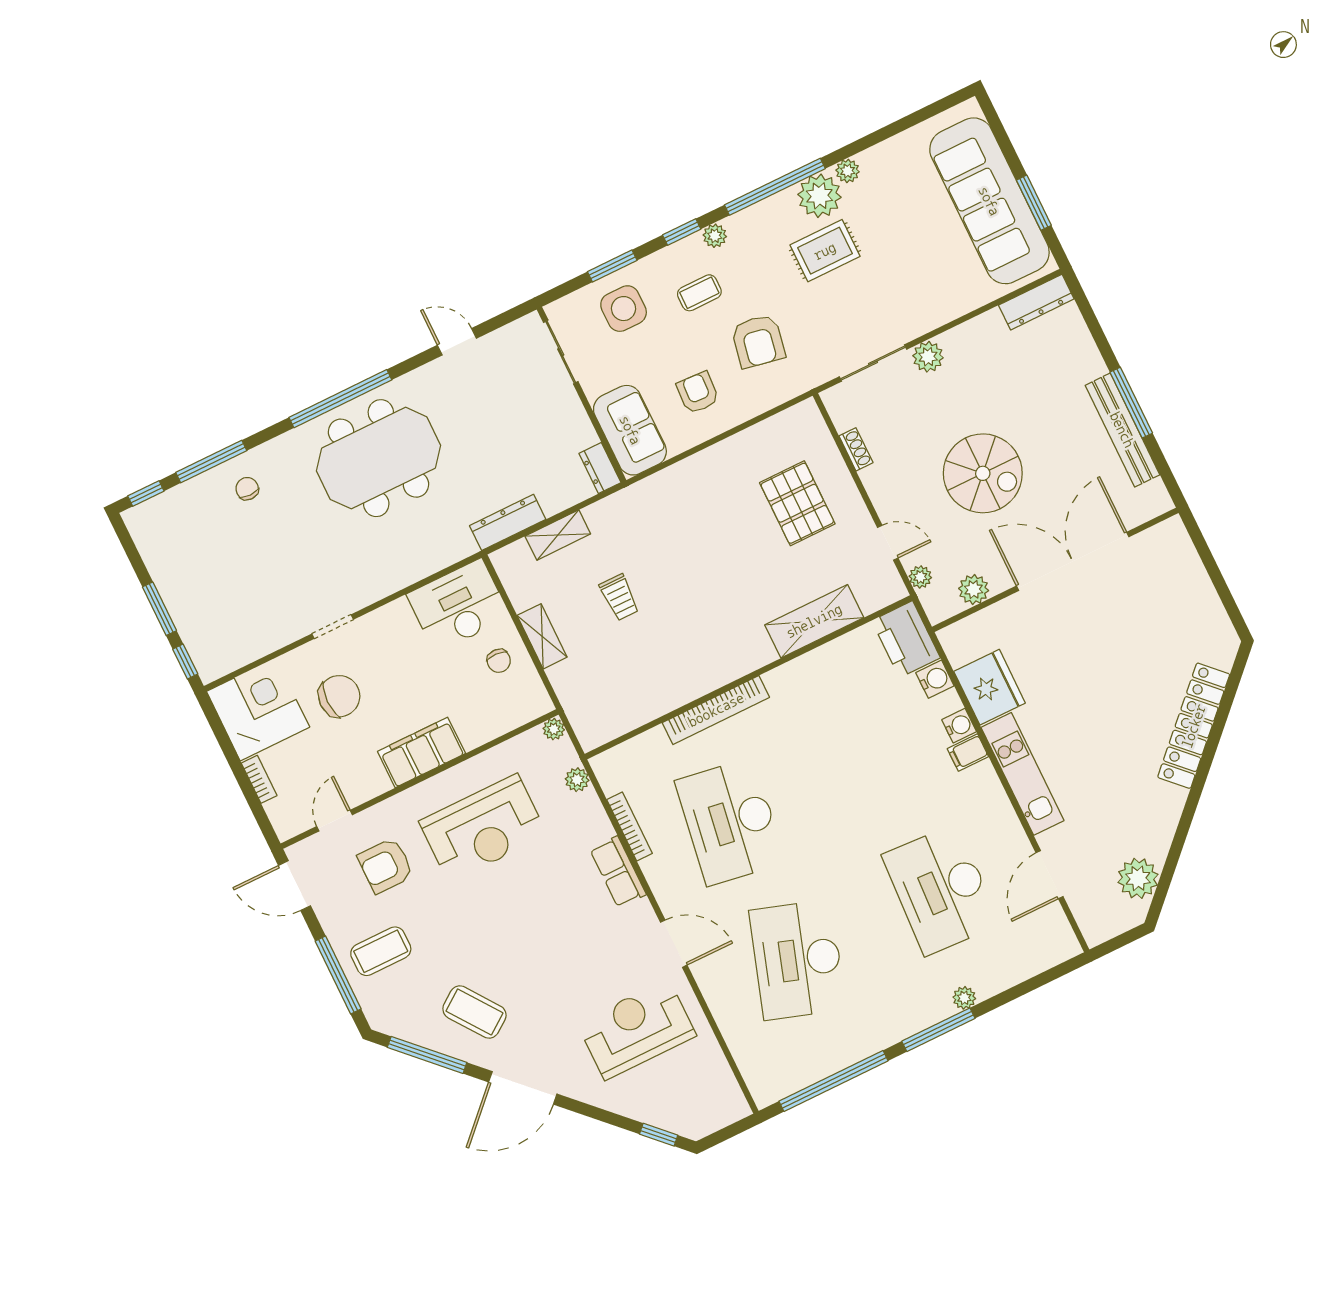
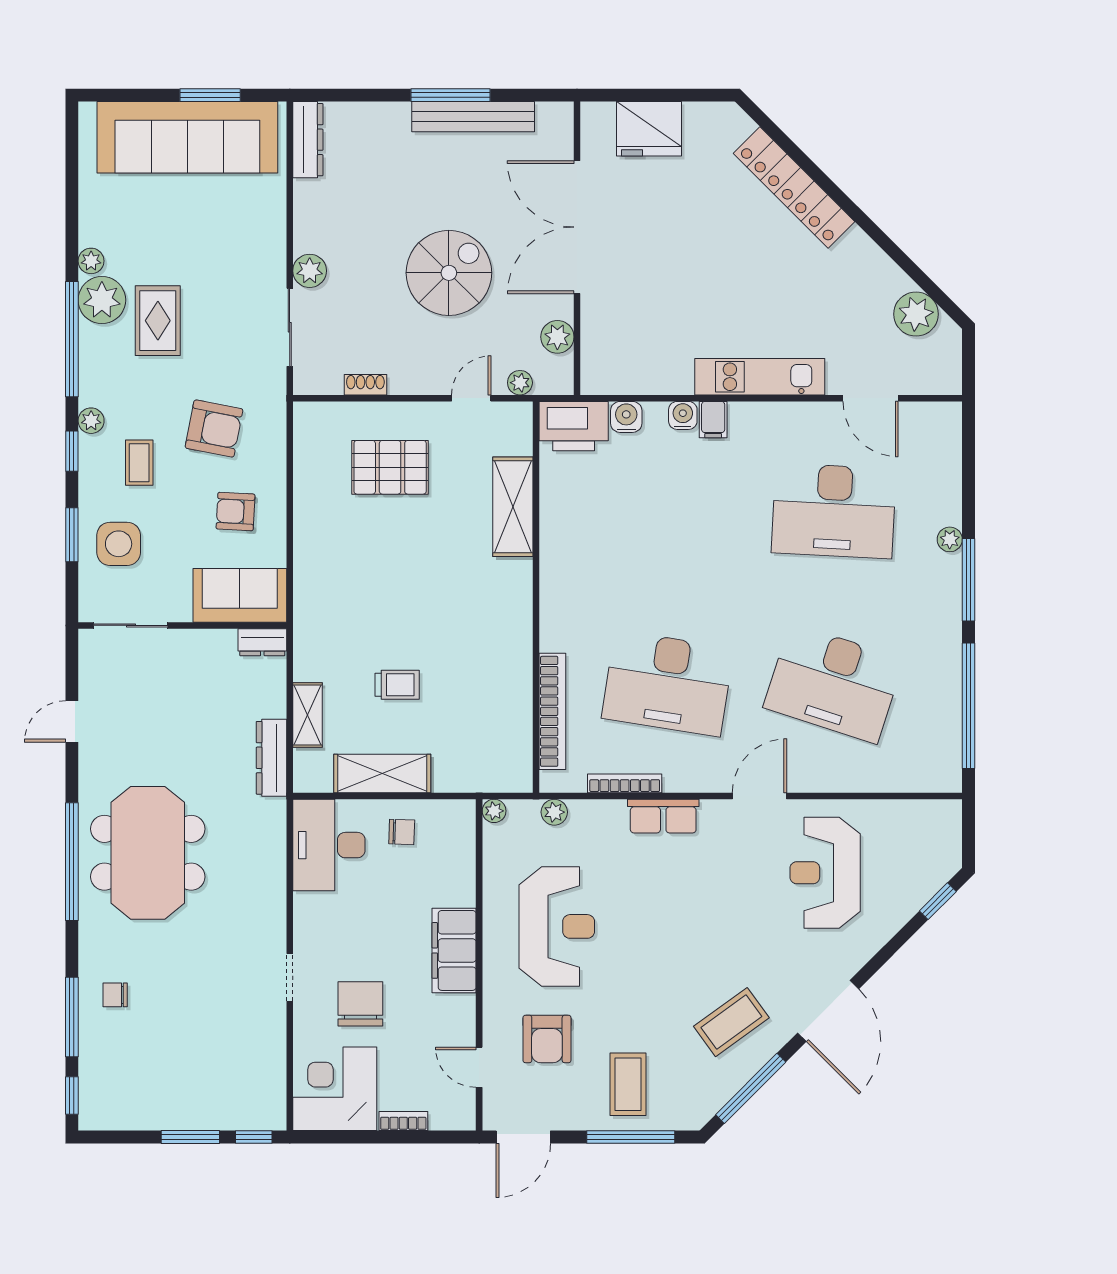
shelving: (542, 636) -> (382, 773), width x1.50, depth x1.33
fridge: (990, 687) -> (649, 129), moved, turned 180
bookcase: (716, 710) -> (552, 711), moved

